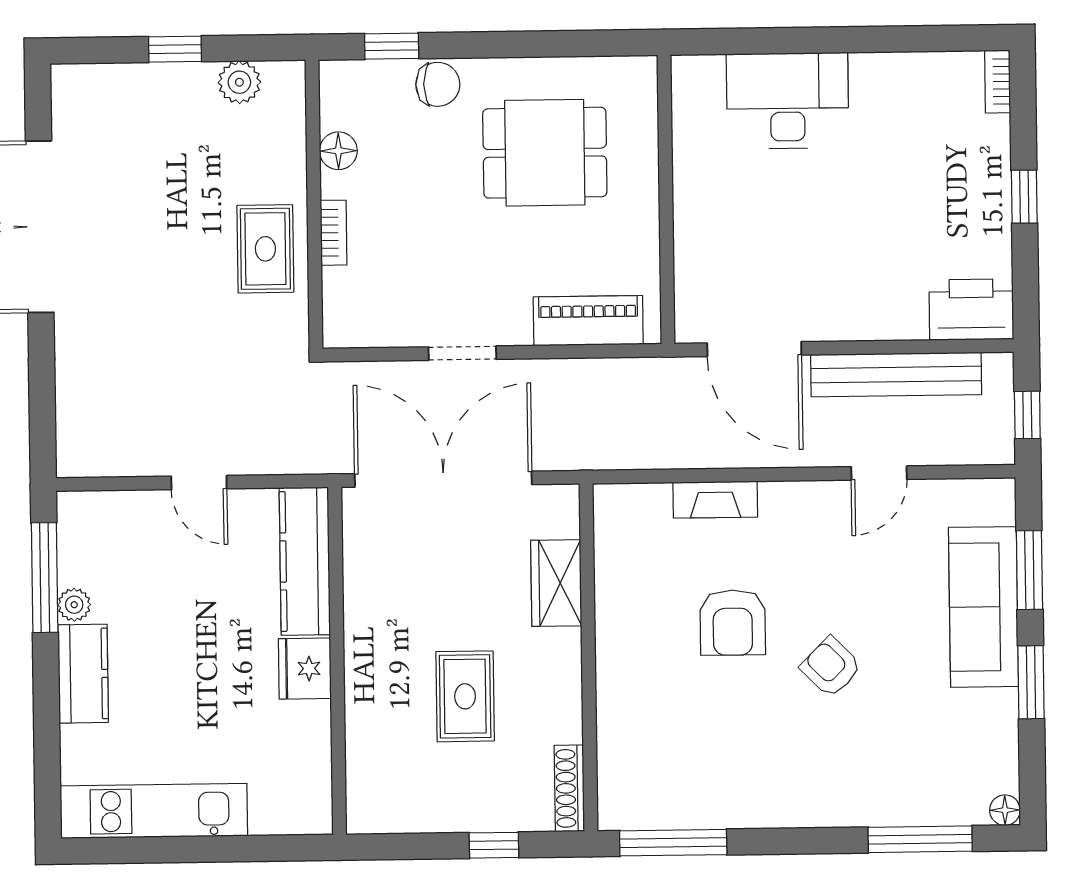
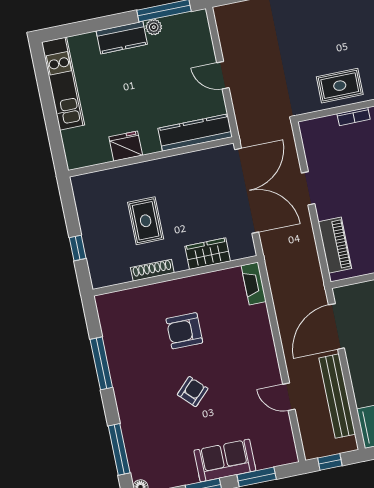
door: (199, 483) -> (223, 75), hinge flipped
fireplace: (715, 500) -> (254, 284), moved
sofa: (983, 607) -> (225, 460), width x0.73
armchair: (733, 623) -> (184, 331), moved
fridge: (305, 669) -> (126, 146), moved
rug: (465, 696) -> (146, 221), turned 90
shoe rack: (569, 788) -> (152, 270), moved
window: (673, 843) -> (101, 363), moved

